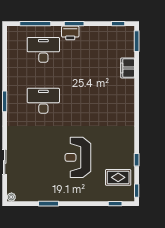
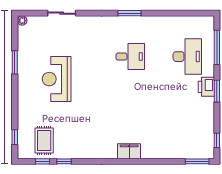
filing cabinet: (128, 68) -> (129, 151), moved
desk: (43, 101) -> (130, 57), width x0.73
reception desk: (78, 157) -> (57, 79), moved, turned -90
window: (137, 191) -> (42, 161), moved

